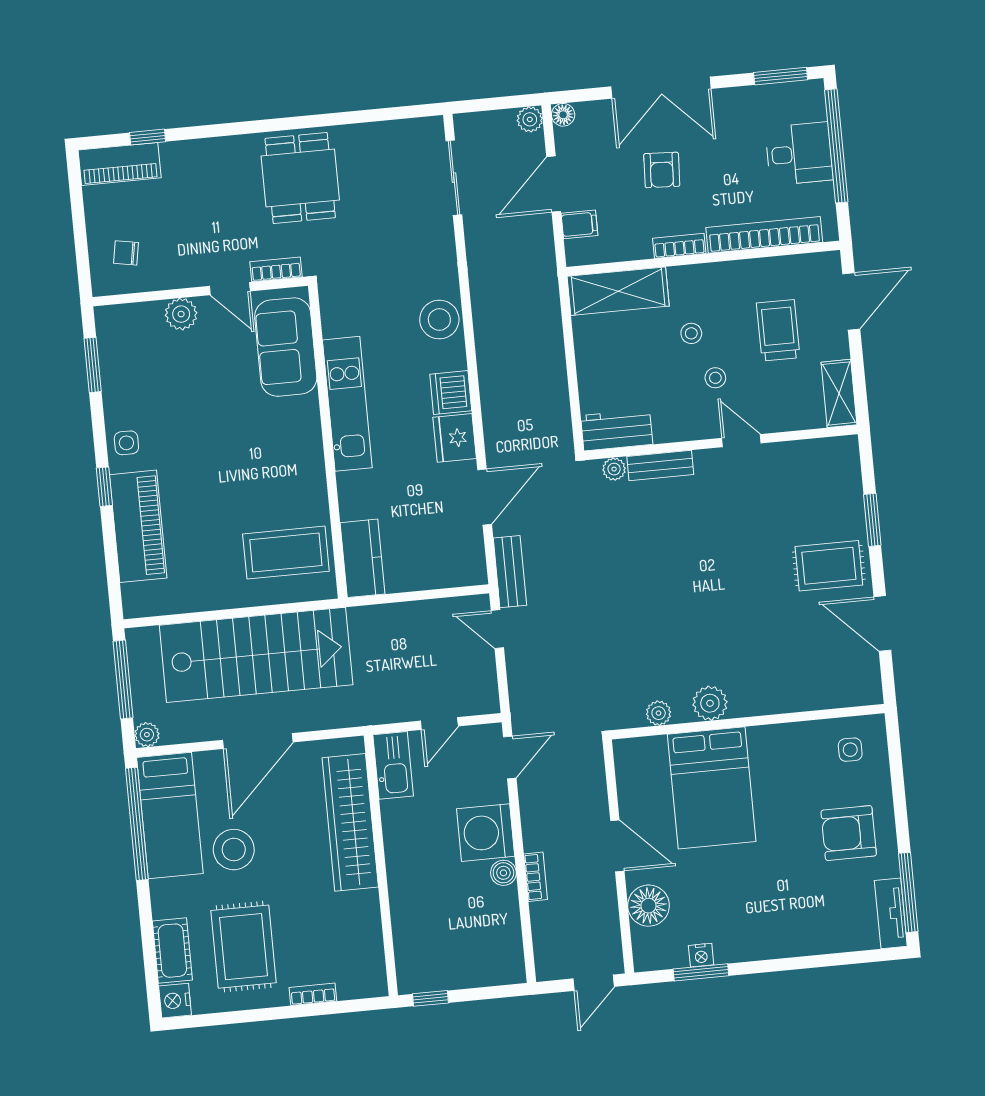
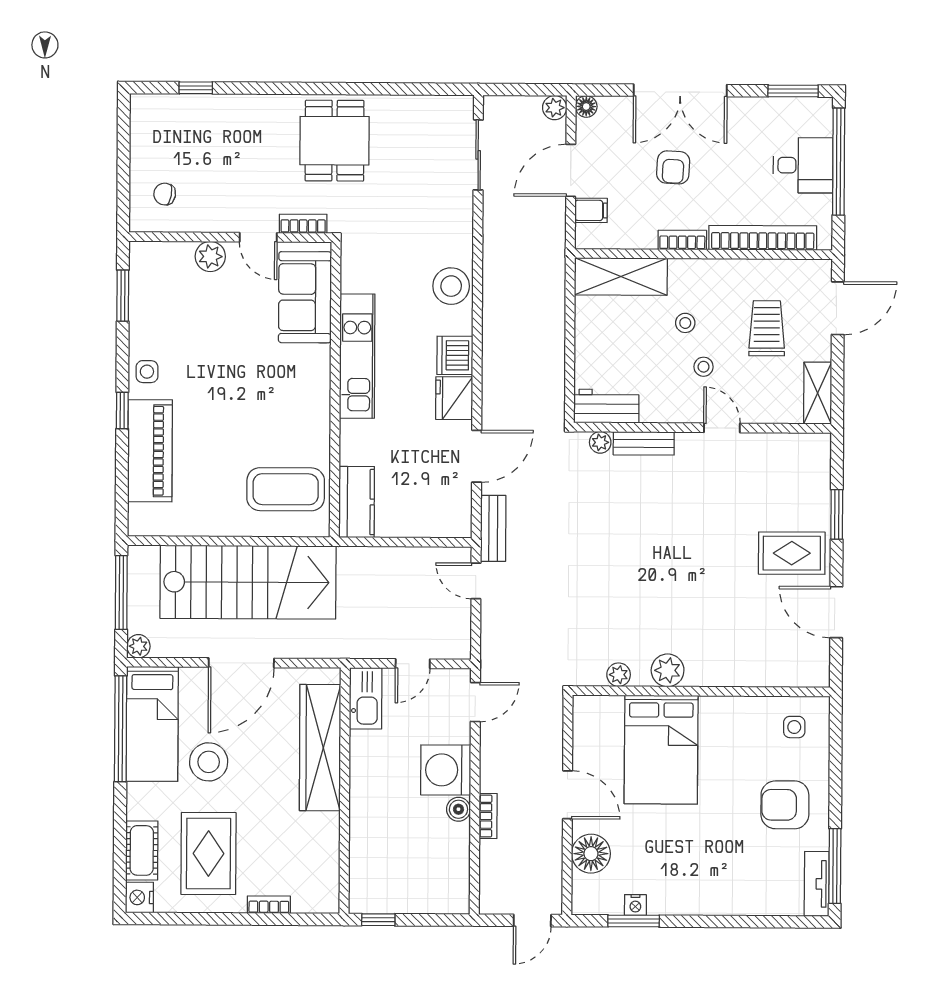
piano: (120, 164) -> (167, 110), removed

